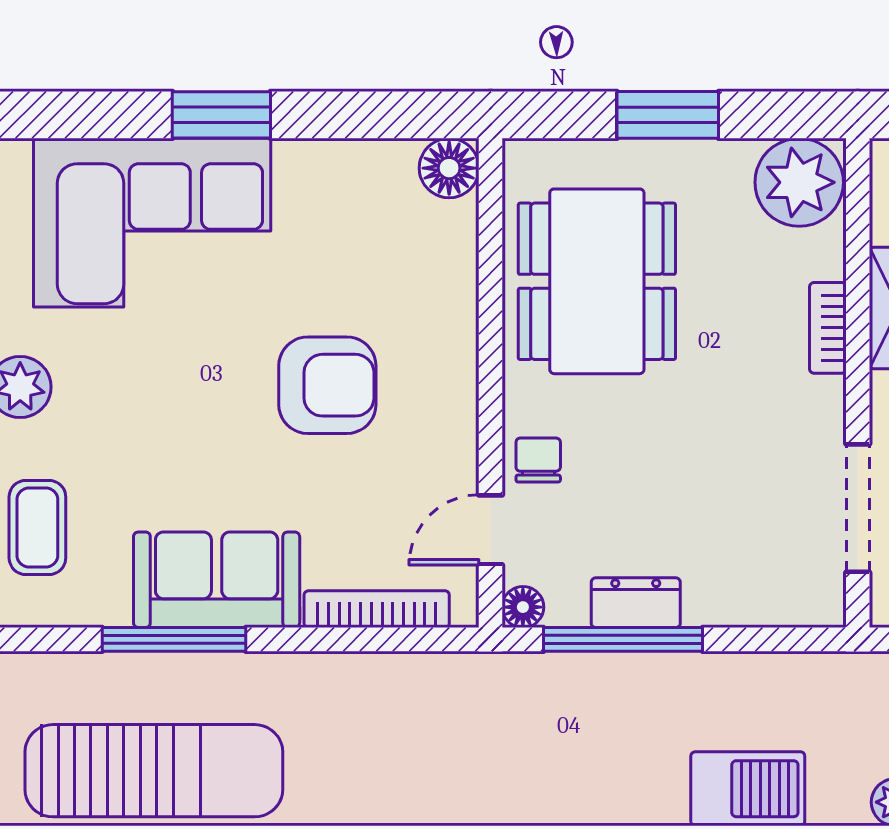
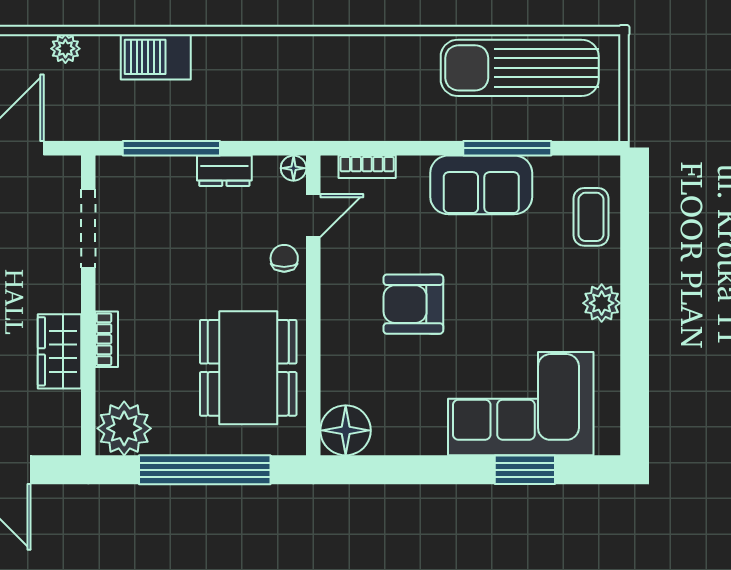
window: (221, 115) -> (525, 470), moved
window: (668, 115) -> (205, 470), width x2.11
floor lamp: (449, 168) -> (346, 430), width x1.38, depth x1.38
chair: (538, 460) -> (284, 258), turned 180
bookcase: (377, 609) -> (367, 167), width x0.64
window: (623, 639) -> (171, 148), moved

